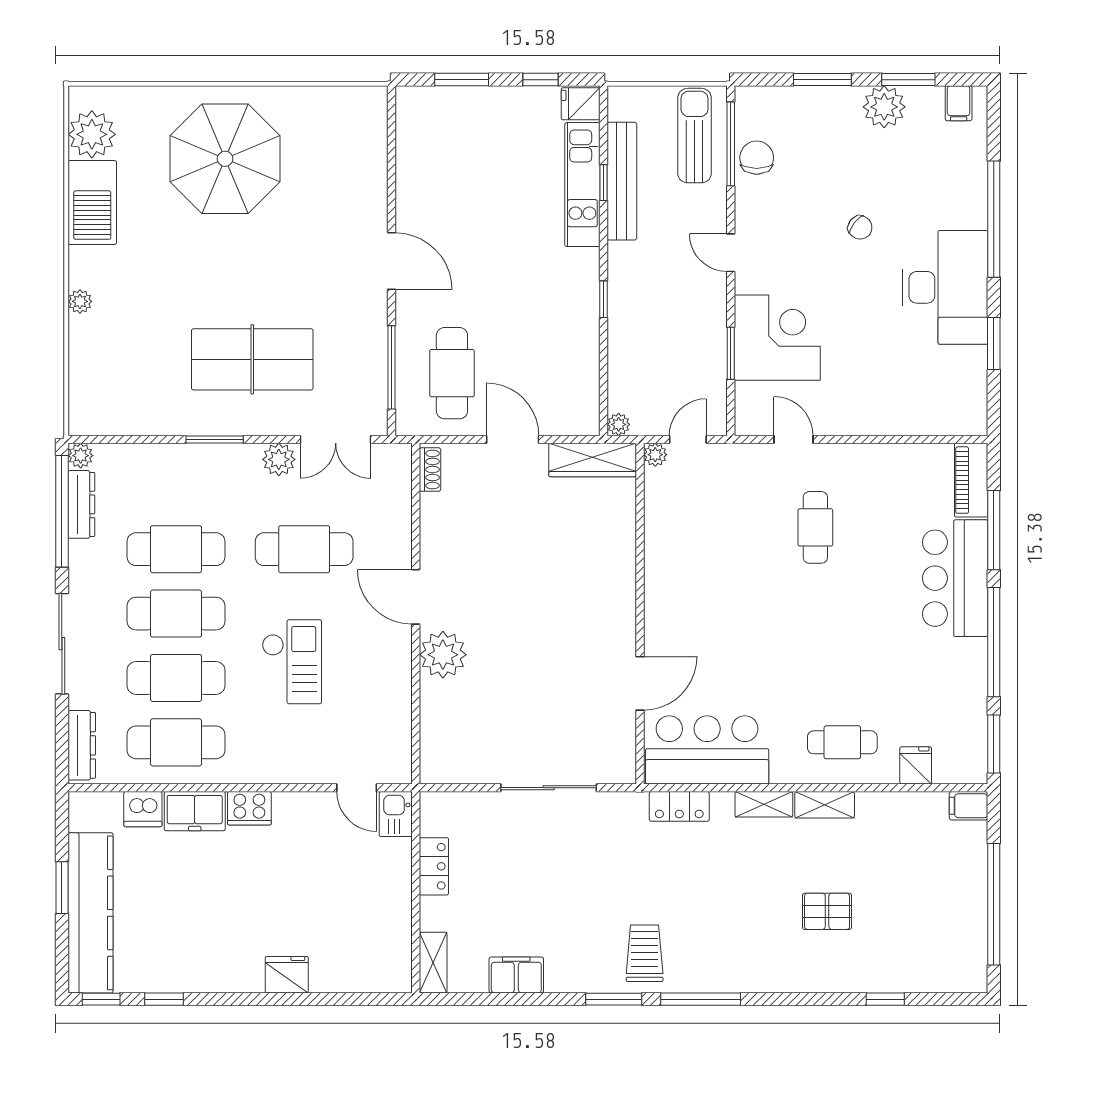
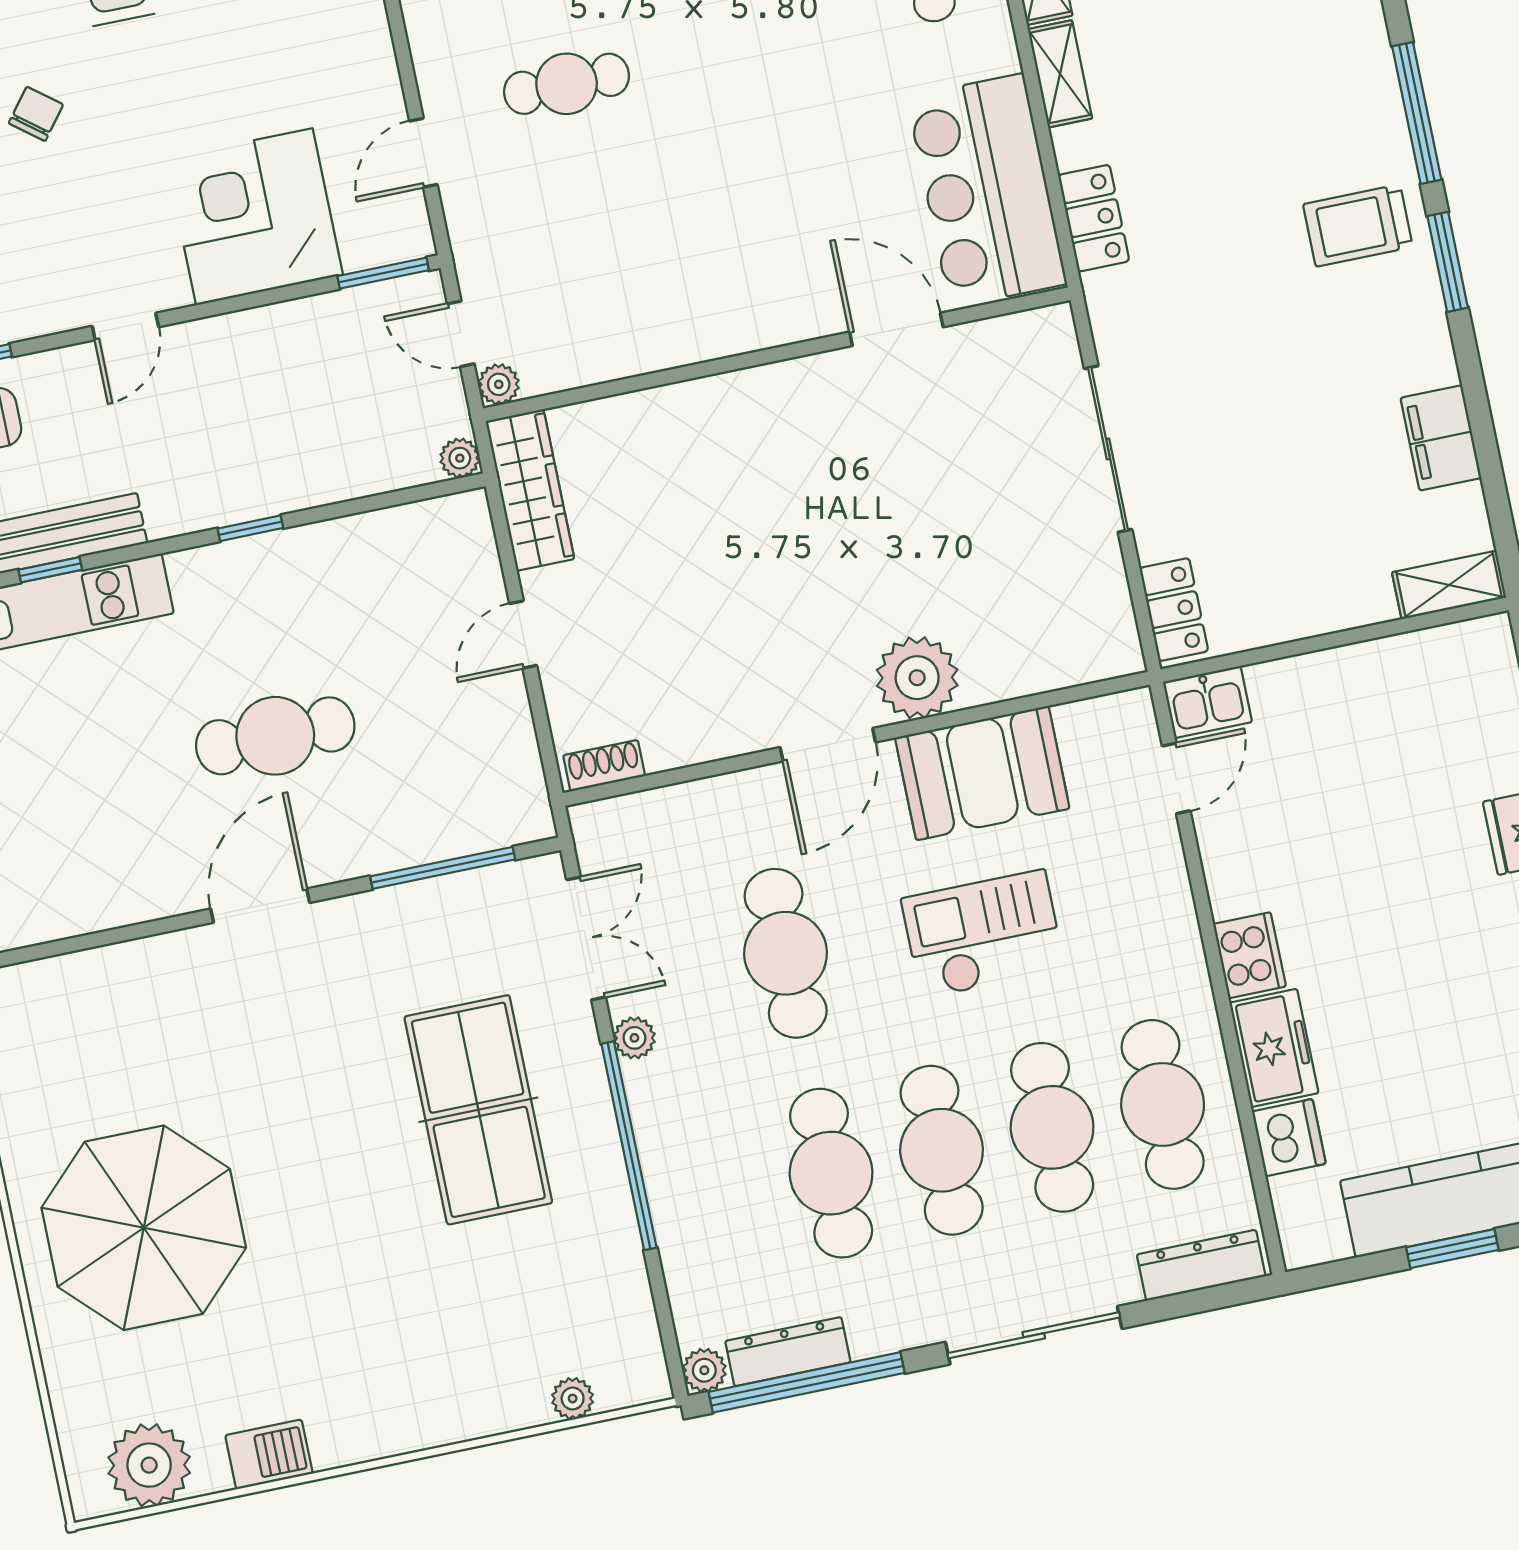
barbecue: (92, 202) -> (269, 1454), width x0.53, depth x0.65
plant: (80, 301) -> (573, 1399), moved
window: (731, 353) -> (383, 273), moved
cafe table: (452, 373) -> (275, 736), moved
window: (215, 439) -> (629, 1146), width x2.11
door: (513, 439) -> (523, 634), width x0.73
plant: (279, 459) -> (634, 1038), width x0.73, depth x0.73
booth: (382, 680) -> (982, 773), added
locker: (434, 866) -> (1174, 610), moved, turned 90

